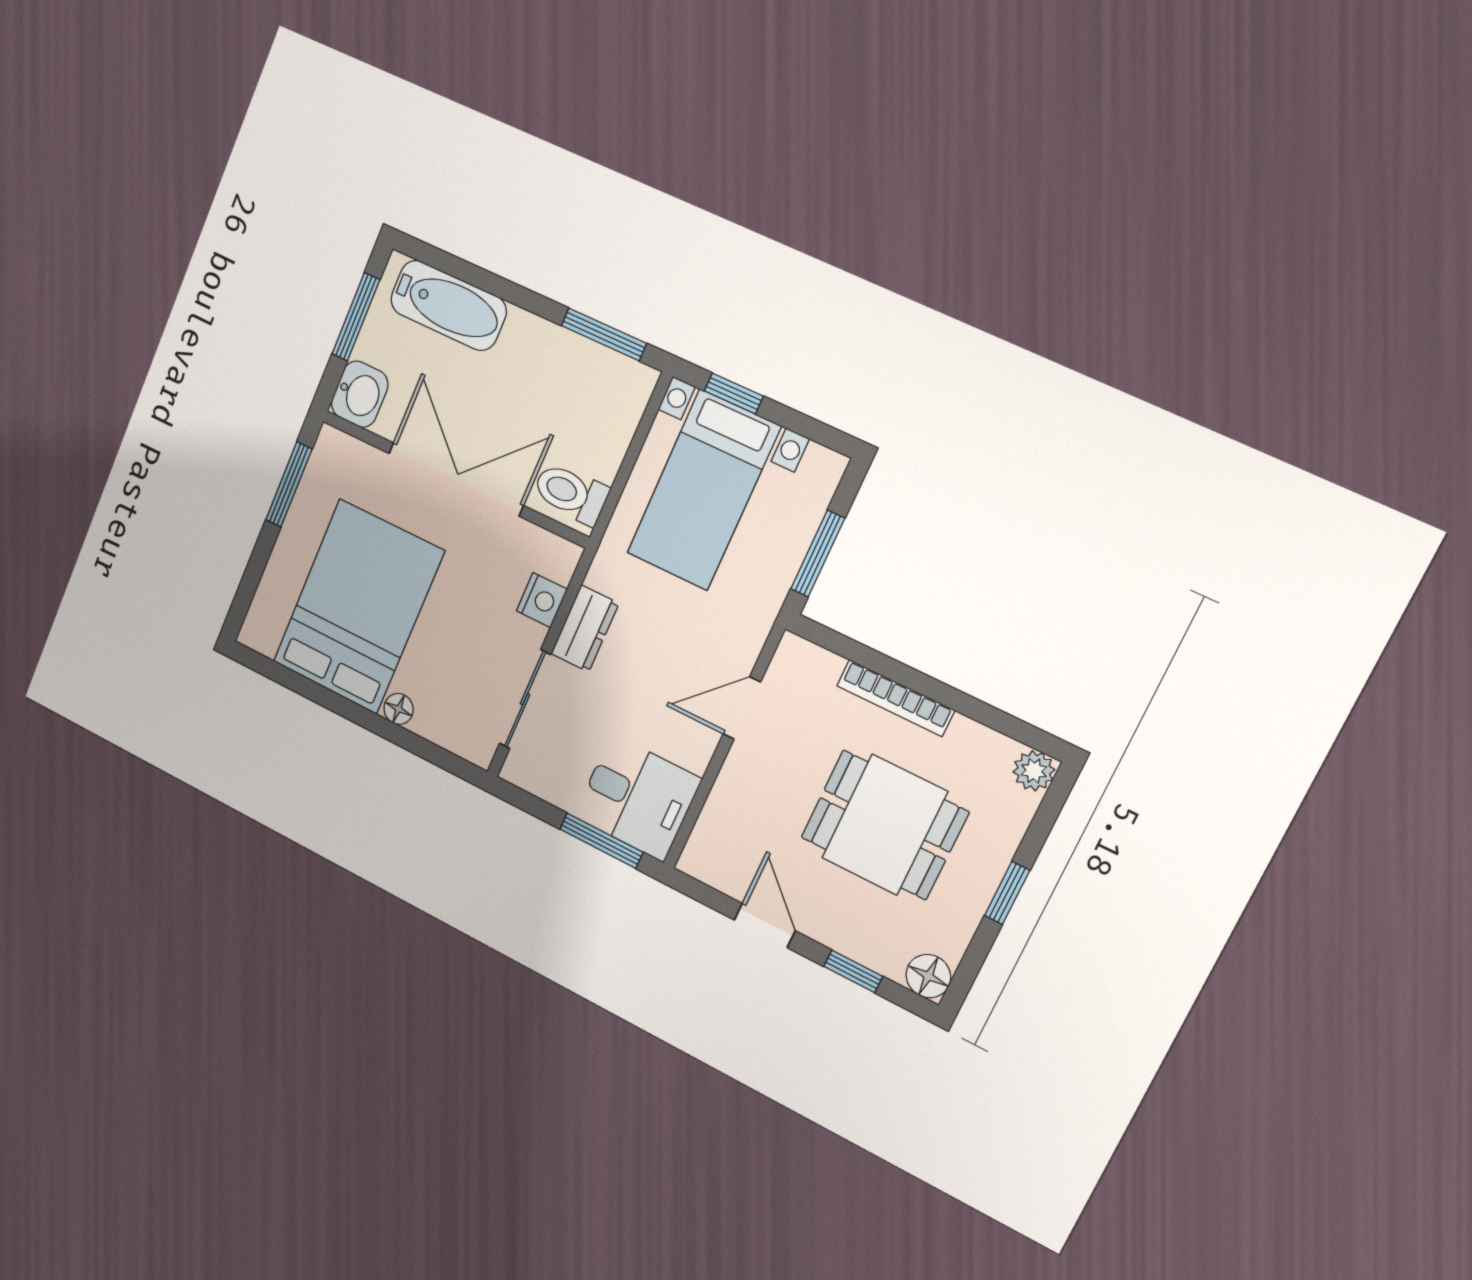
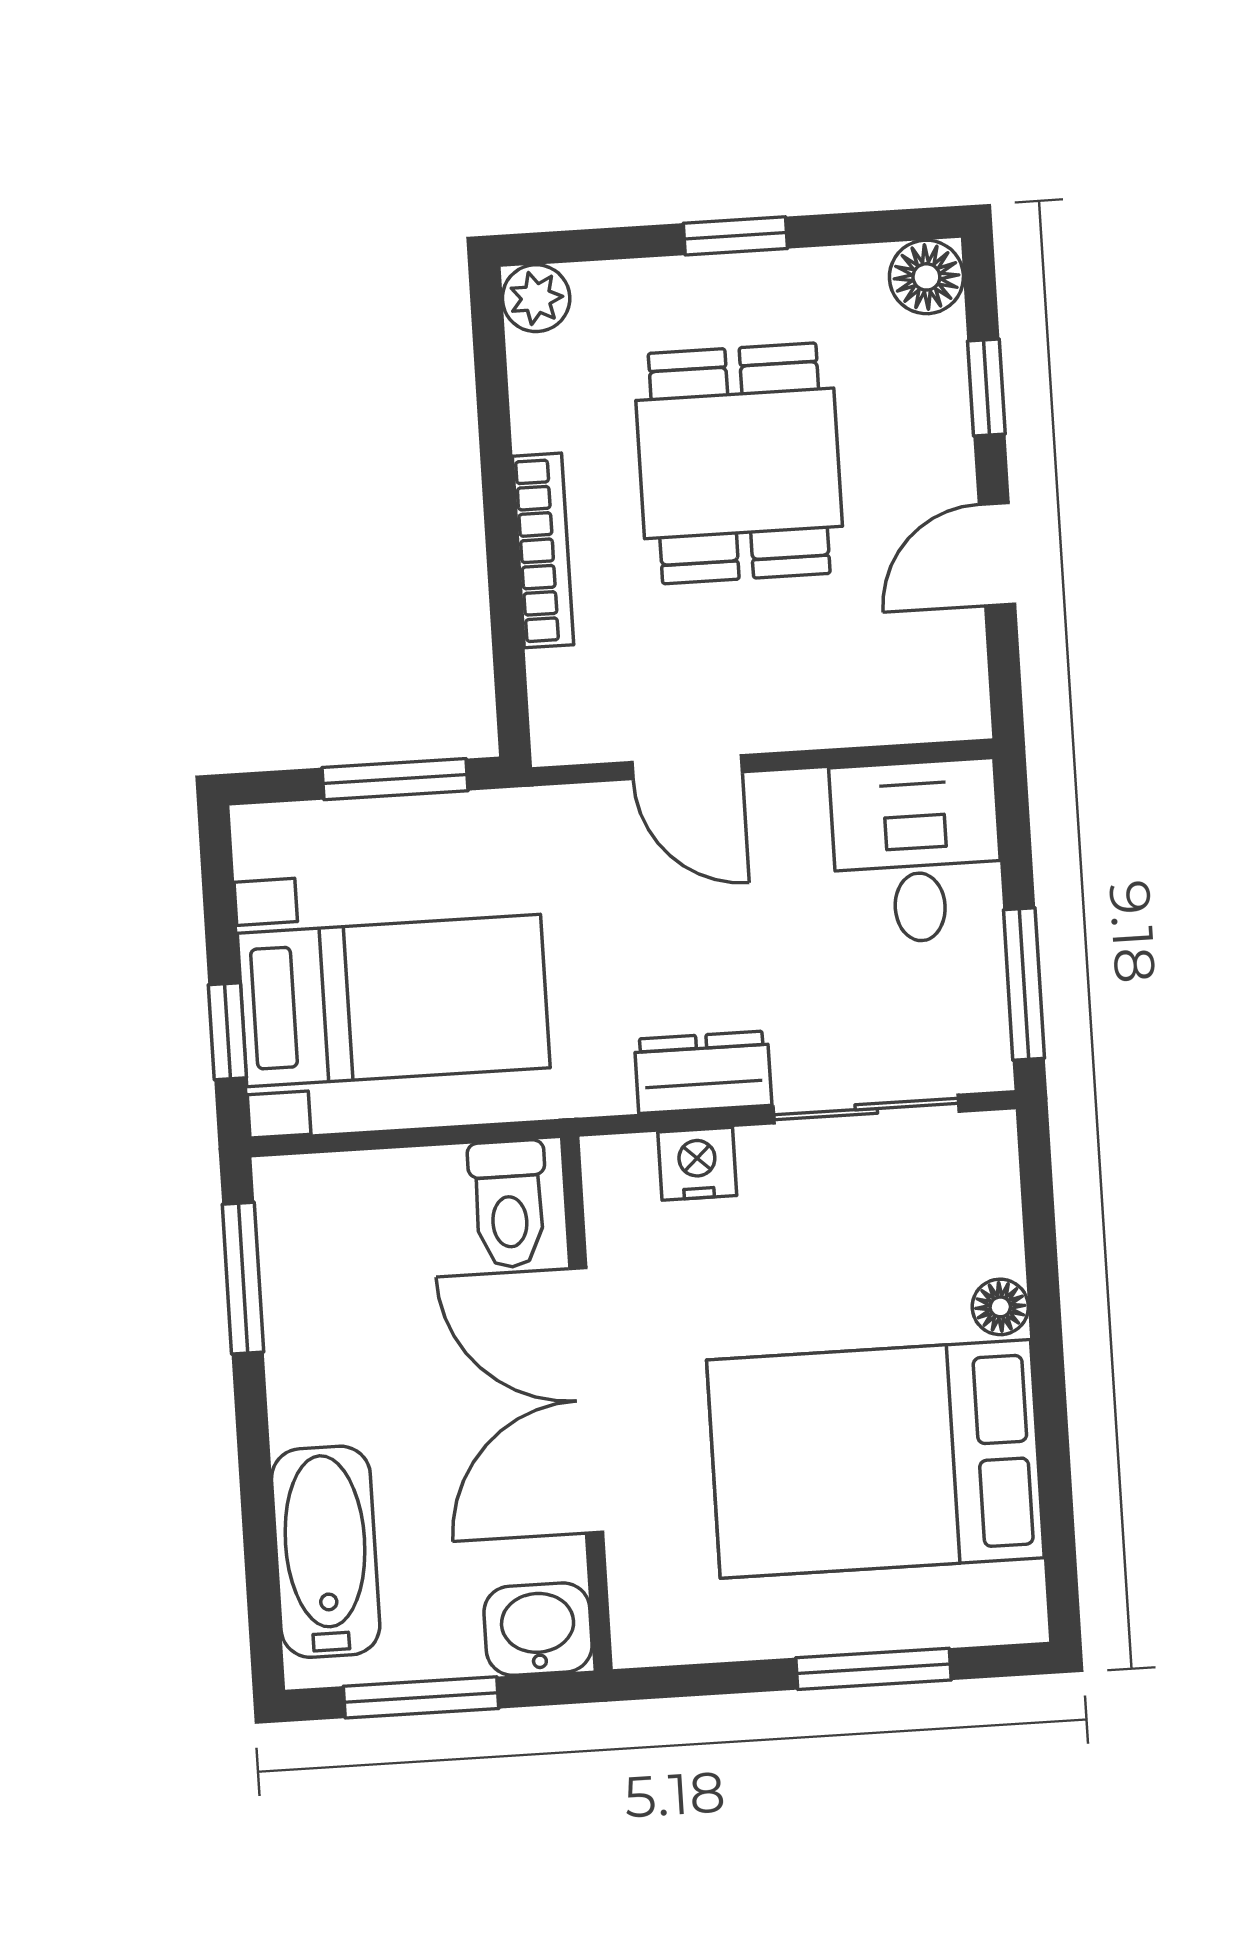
window: (289, 484) -> (874, 1669), moved
window: (601, 841) -> (1024, 984), moved

